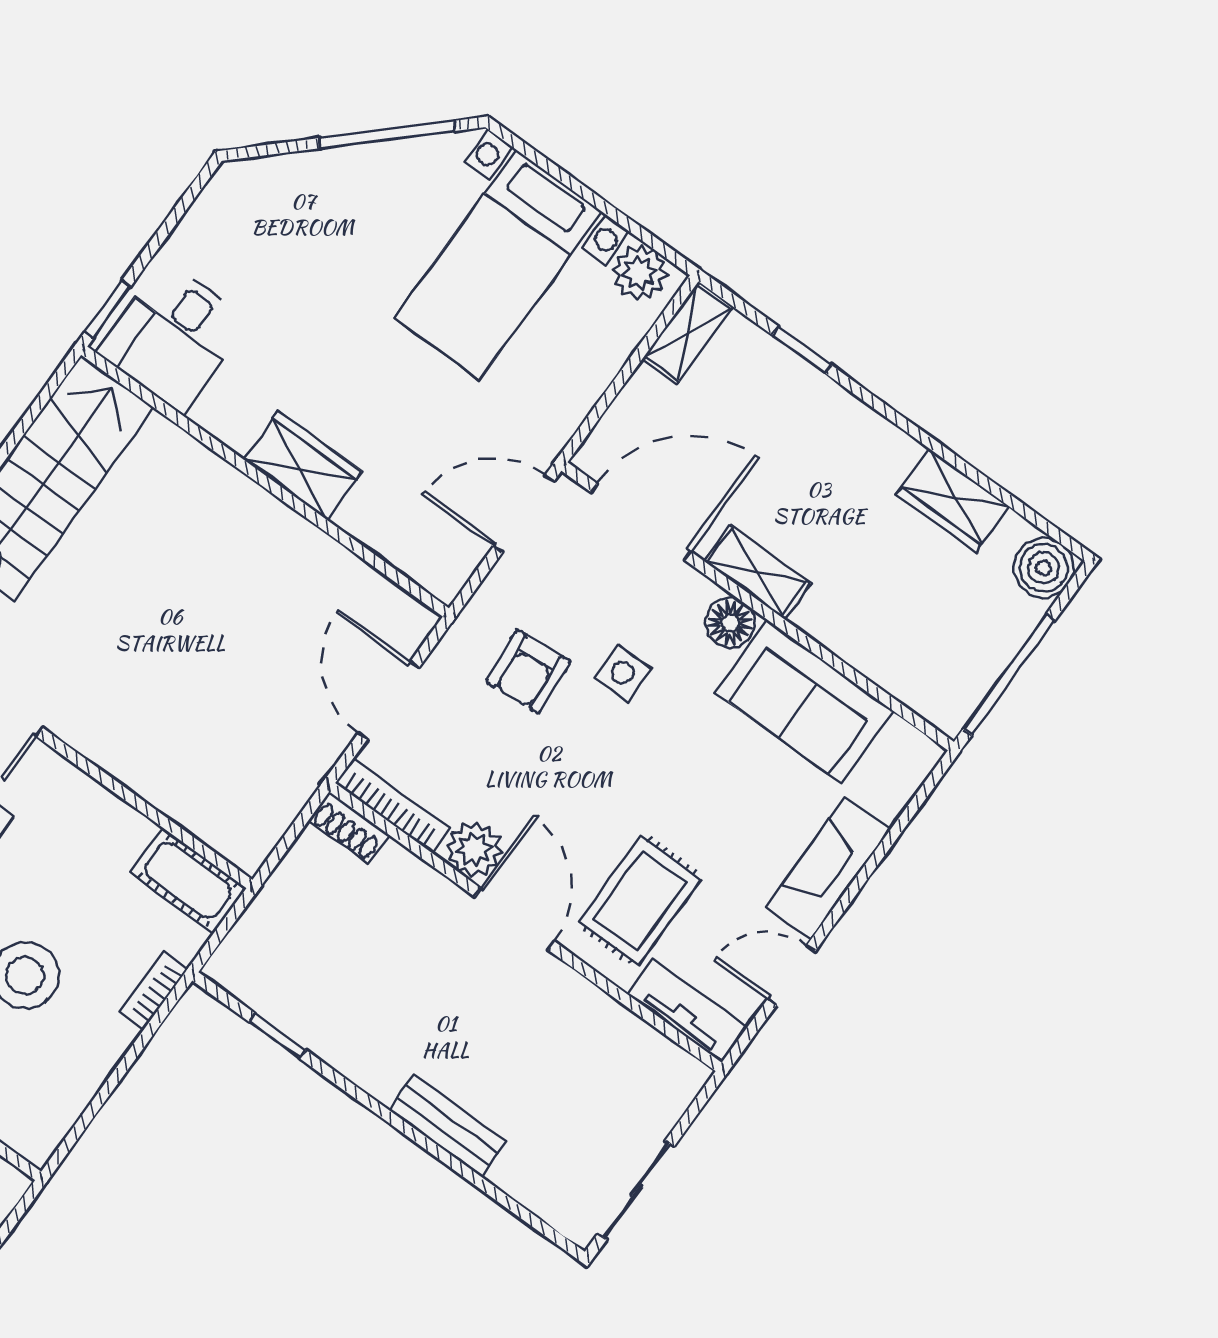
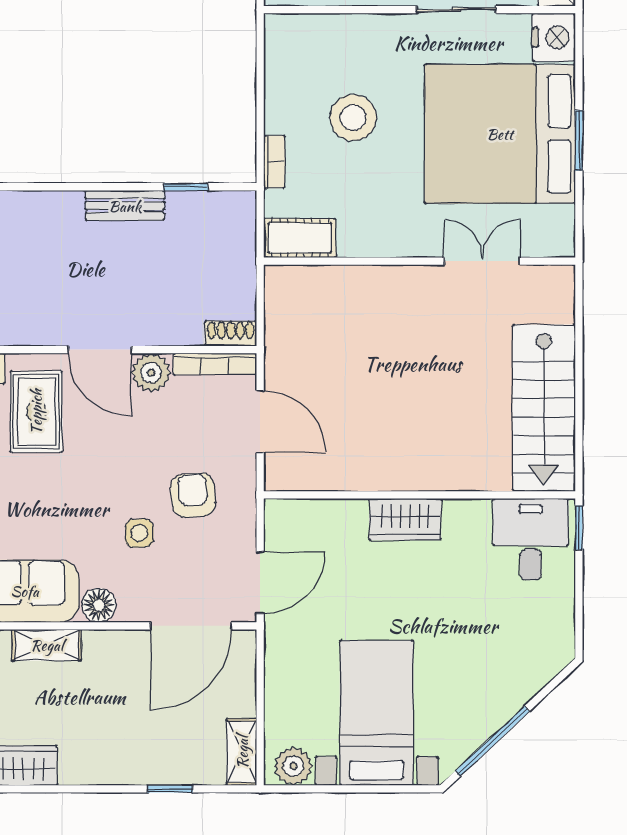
shelving: (757, 572) -> (47, 645), moved
bench: (448, 1126) -> (125, 206), moved

